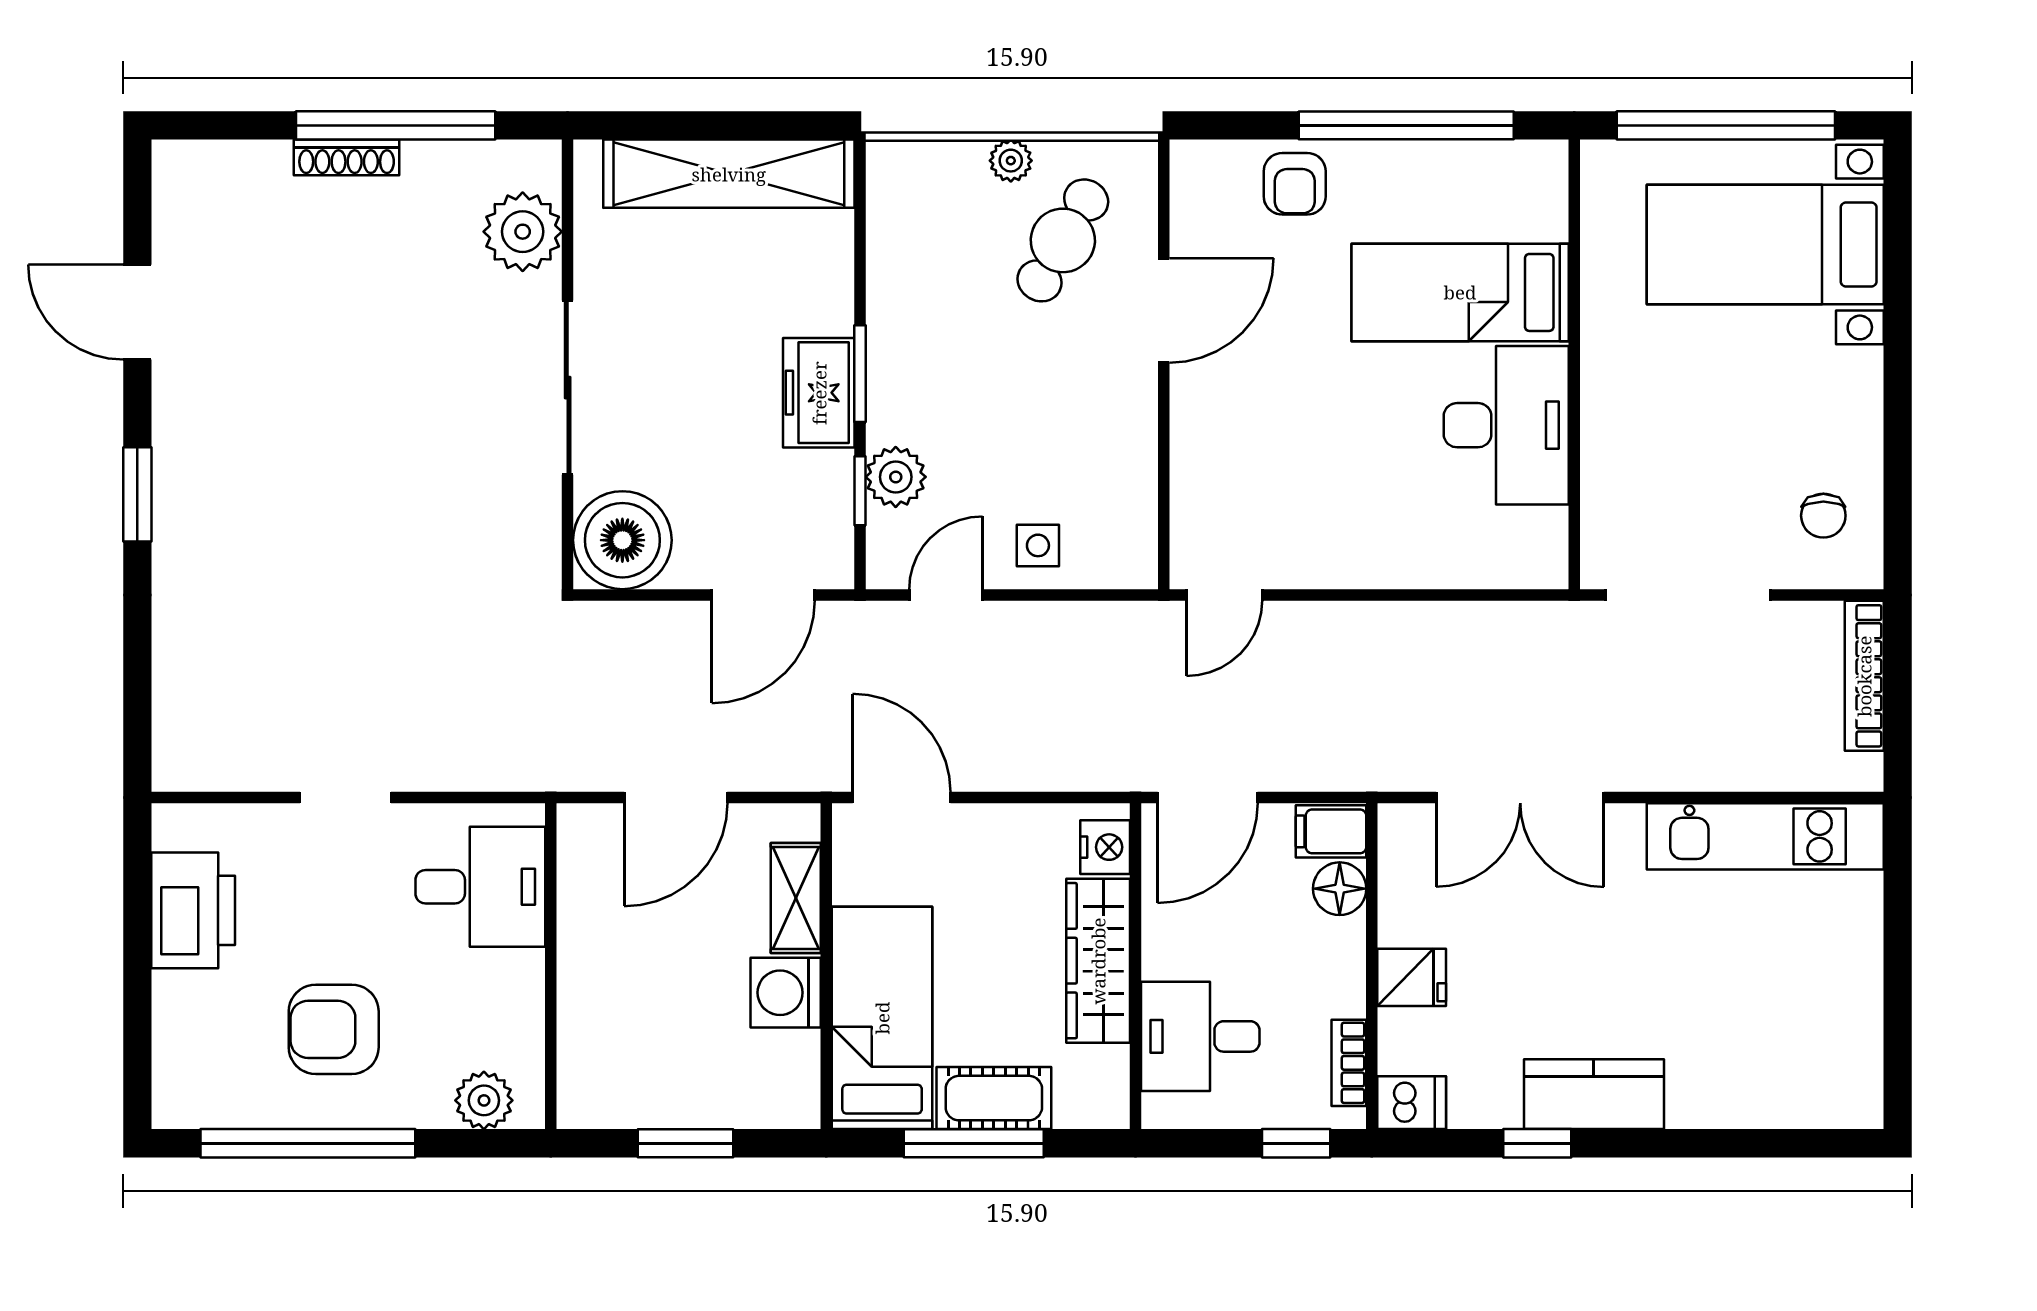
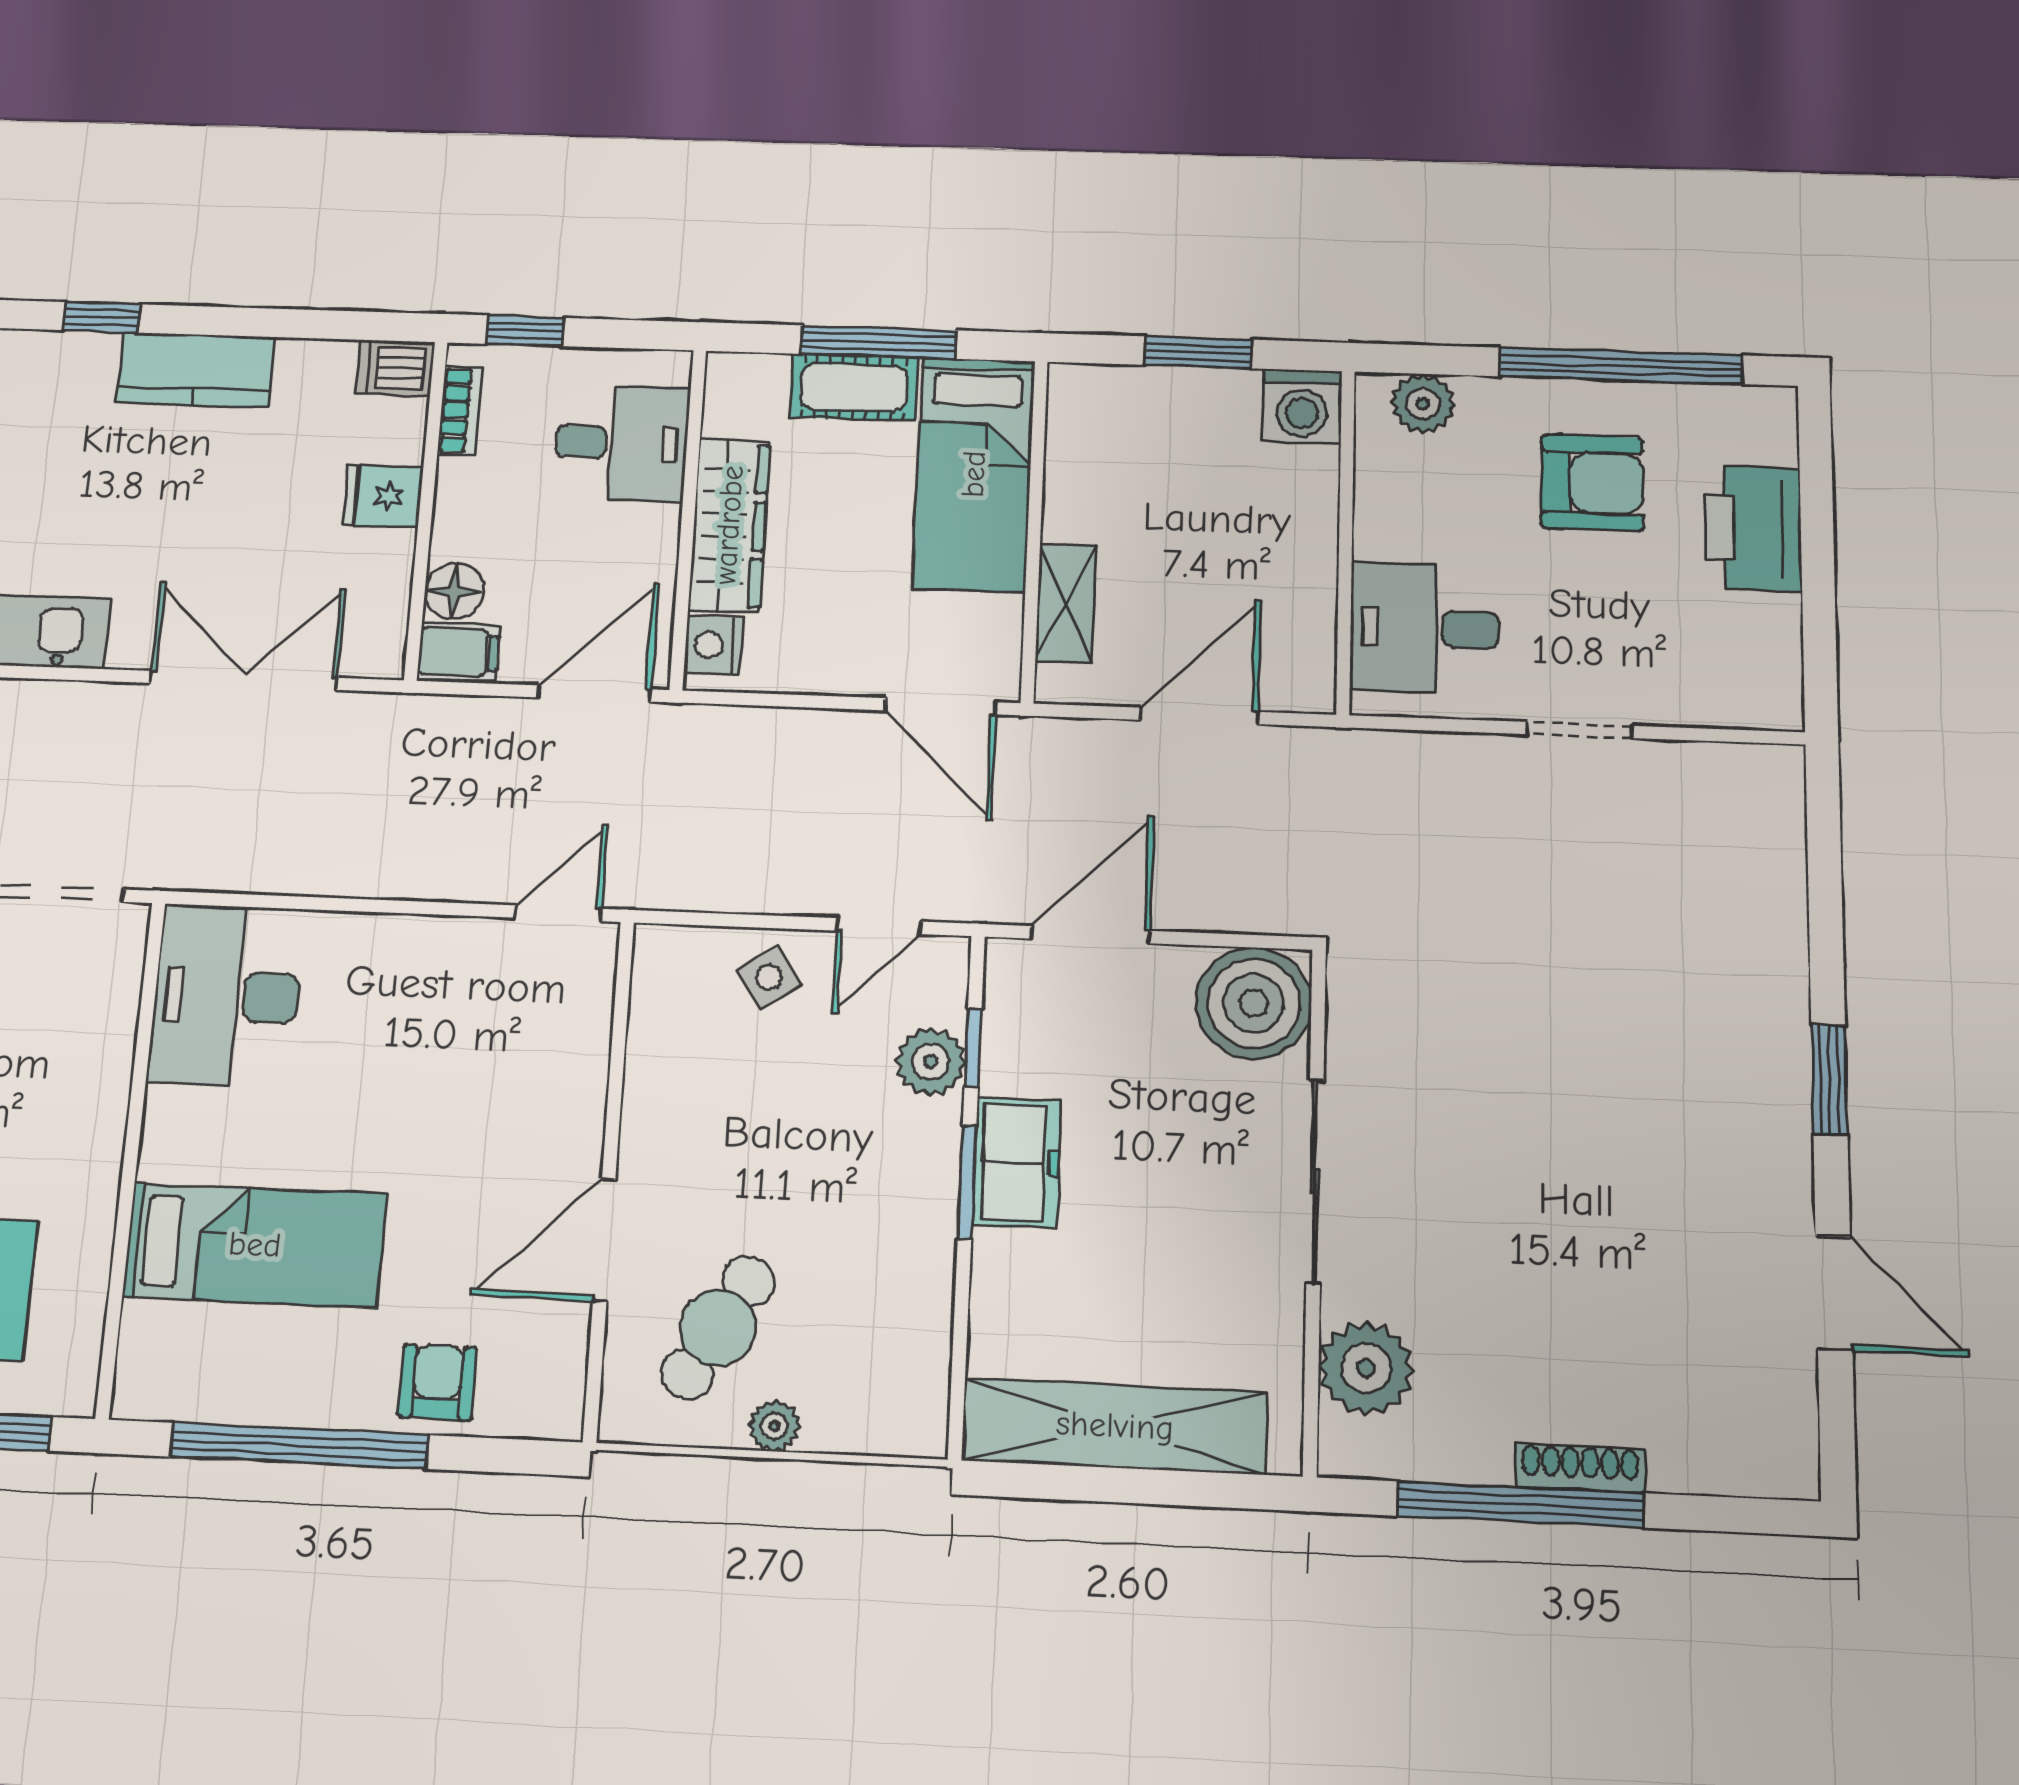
desk: (1506, 425) -> (227, 996), moved
side table: (1038, 545) -> (769, 977), turned -34
printer: (193, 910) -> (1753, 528), moved
washing machine: (786, 993) -> (1302, 406), moved, turned 90
window: (1537, 1143) -> (102, 317), moved

